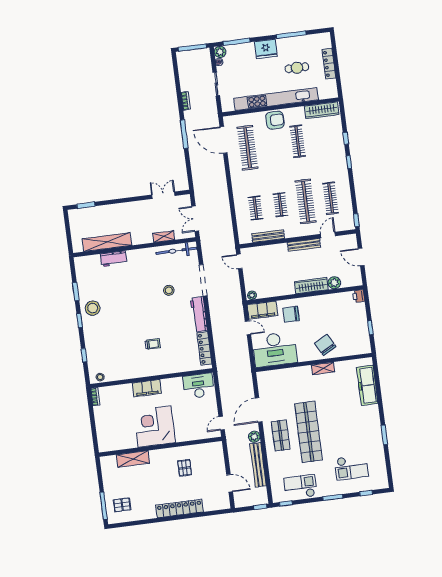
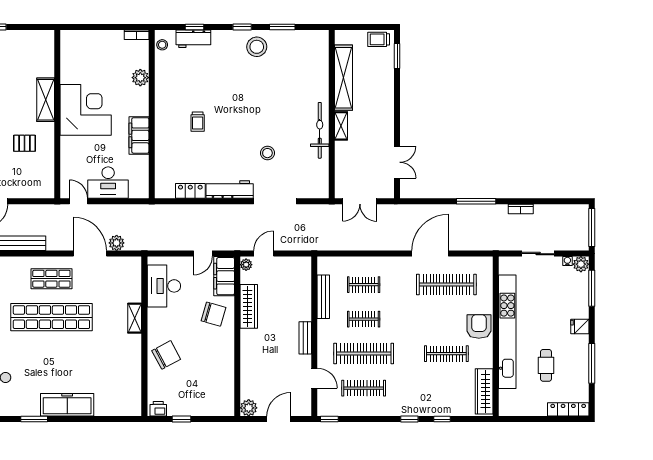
fridge: (266, 49) -> (580, 327), width x0.53, depth x0.75
locker: (329, 64) -> (568, 409), moved
armchair: (275, 120) -> (479, 326), turned 180
door: (224, 140) -> (430, 254), moved
double door: (195, 219) -> (360, 201), swing flipped
trolley: (76, 220) -> (379, 39), added
shelving: (164, 237) -> (341, 126), moved
bench: (304, 245) -> (305, 338), width x0.73
bicycle: (176, 251) -> (320, 130), moved
workbench: (114, 259) -> (193, 39), moved, turned -90
door: (239, 261) -> (264, 254), moved
plant: (334, 283) -> (249, 408), moved
wardrobe: (311, 286) -> (249, 306), moved
printer: (359, 296) -> (158, 409), moved
chair: (291, 314) -> (214, 314), turned 106
locker: (204, 348) -> (190, 191), width x0.66
desk: (275, 349) -> (164, 286), width x0.73, depth x0.77
shelving: (323, 368) -> (135, 318), moved
freezer: (367, 385) -> (67, 405), moved
desk: (198, 386) -> (108, 183), moved, turned 90
filing cabinet: (147, 388) -> (139, 135), moved
plant: (126, 390) -> (140, 78), added
plant: (254, 437) -> (117, 243), moved
shelving: (133, 459) -> (46, 100), moved

